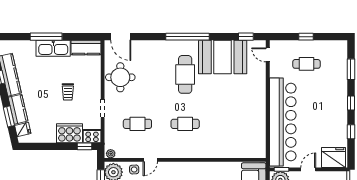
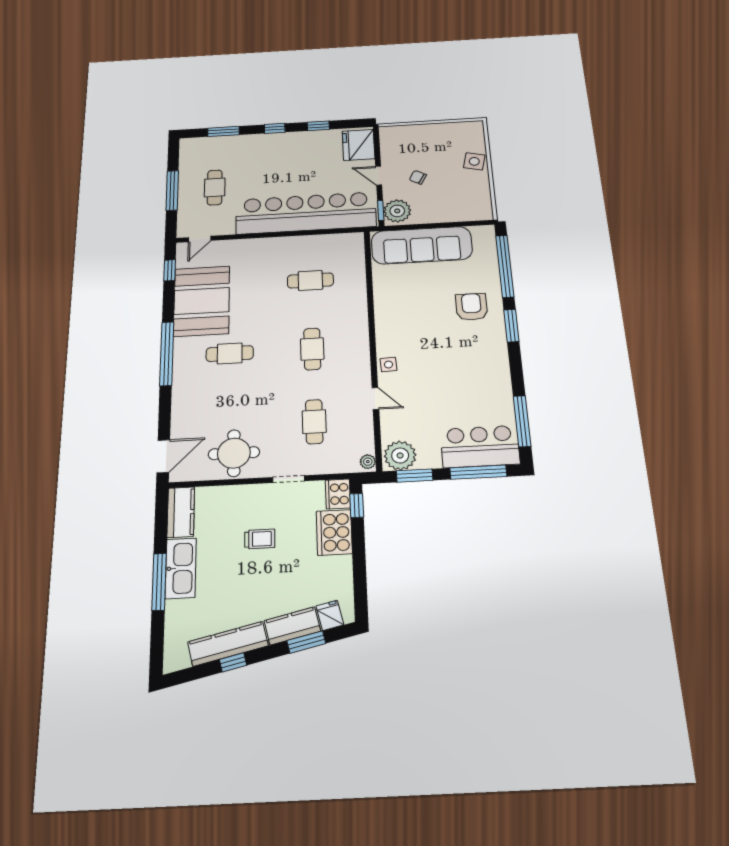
window: (306, 37) -> (172, 191), width x2.17
cafe table: (185, 74) -> (230, 353), width x0.73, depth x0.74
cafe table: (233, 124) -> (310, 280), added
side table: (134, 169) -> (388, 365), moved

